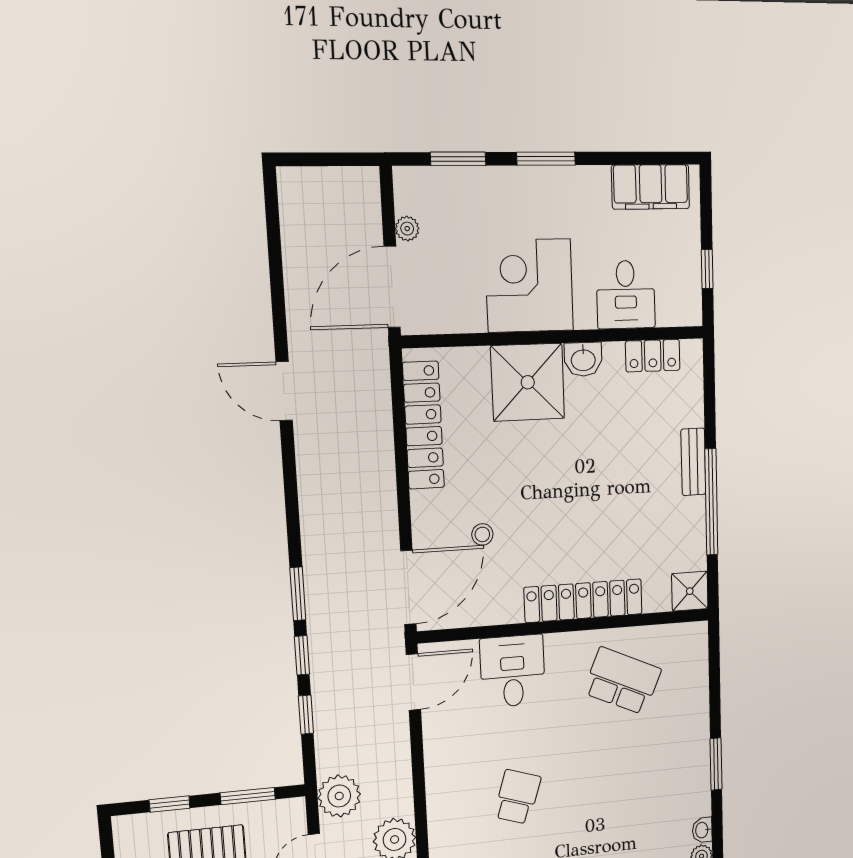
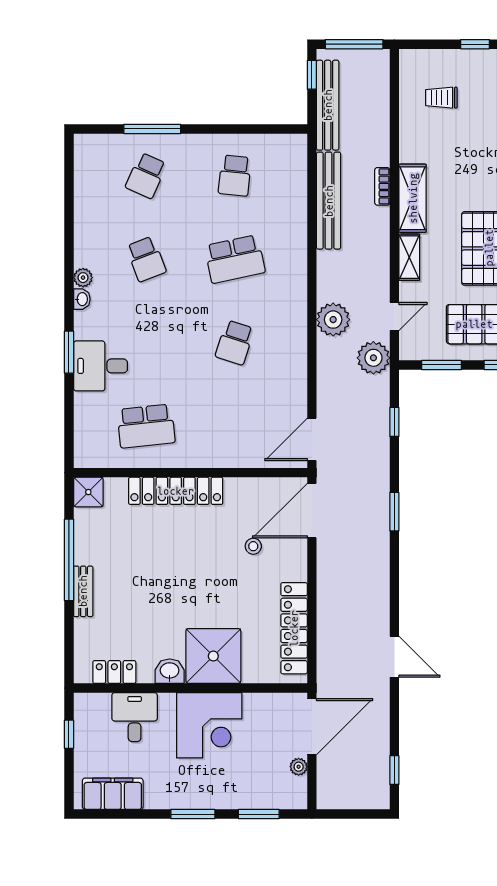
window: (302, 655) -> (394, 770), moved
desk: (513, 671) -> (101, 366), moved, turned 90
school desk: (622, 681) -> (146, 426), turned -30

